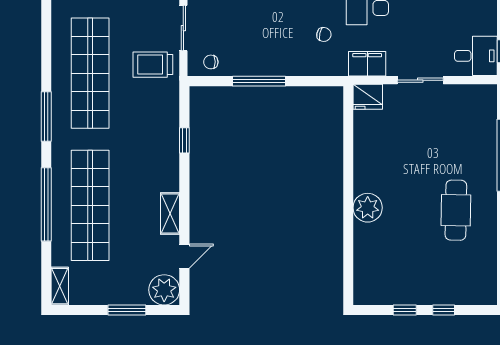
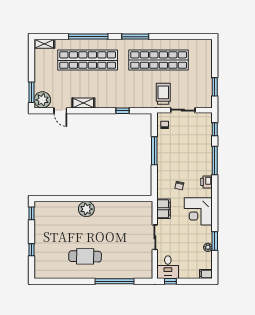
fridge: (368, 97) -> (146, 209), removed
window: (127, 310) -> (31, 92), moved
window: (405, 310) -> (31, 213), moved

